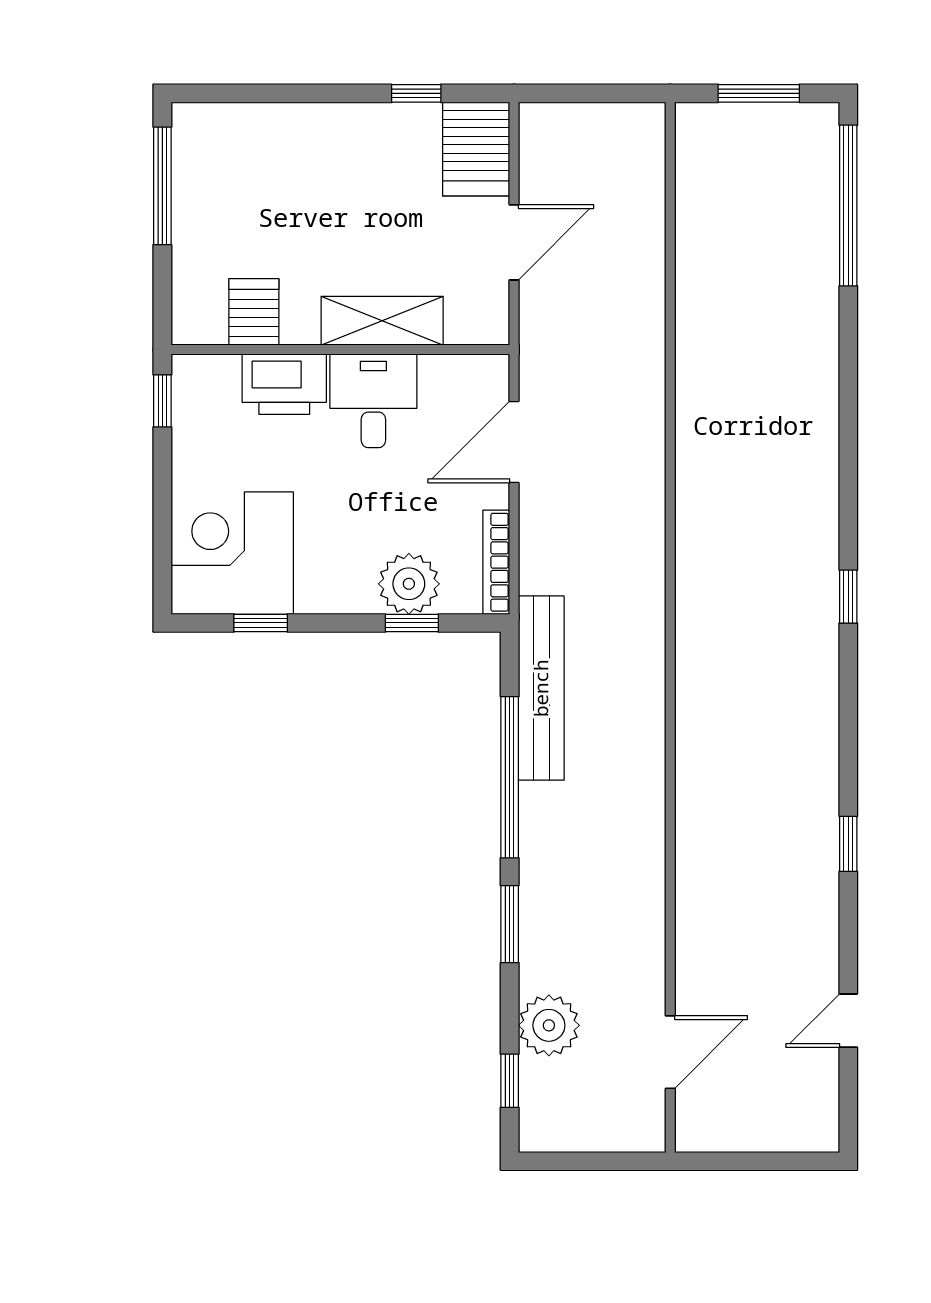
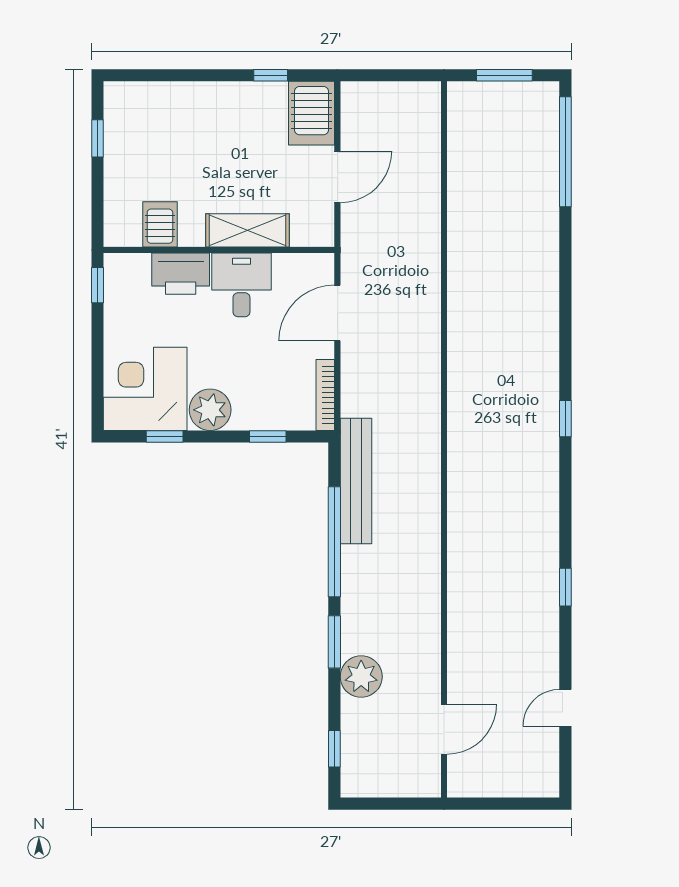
window: (162, 186) -> (98, 138), width x0.46
plant: (409, 584) -> (210, 410), moved
plant: (549, 1025) -> (361, 677), moved

